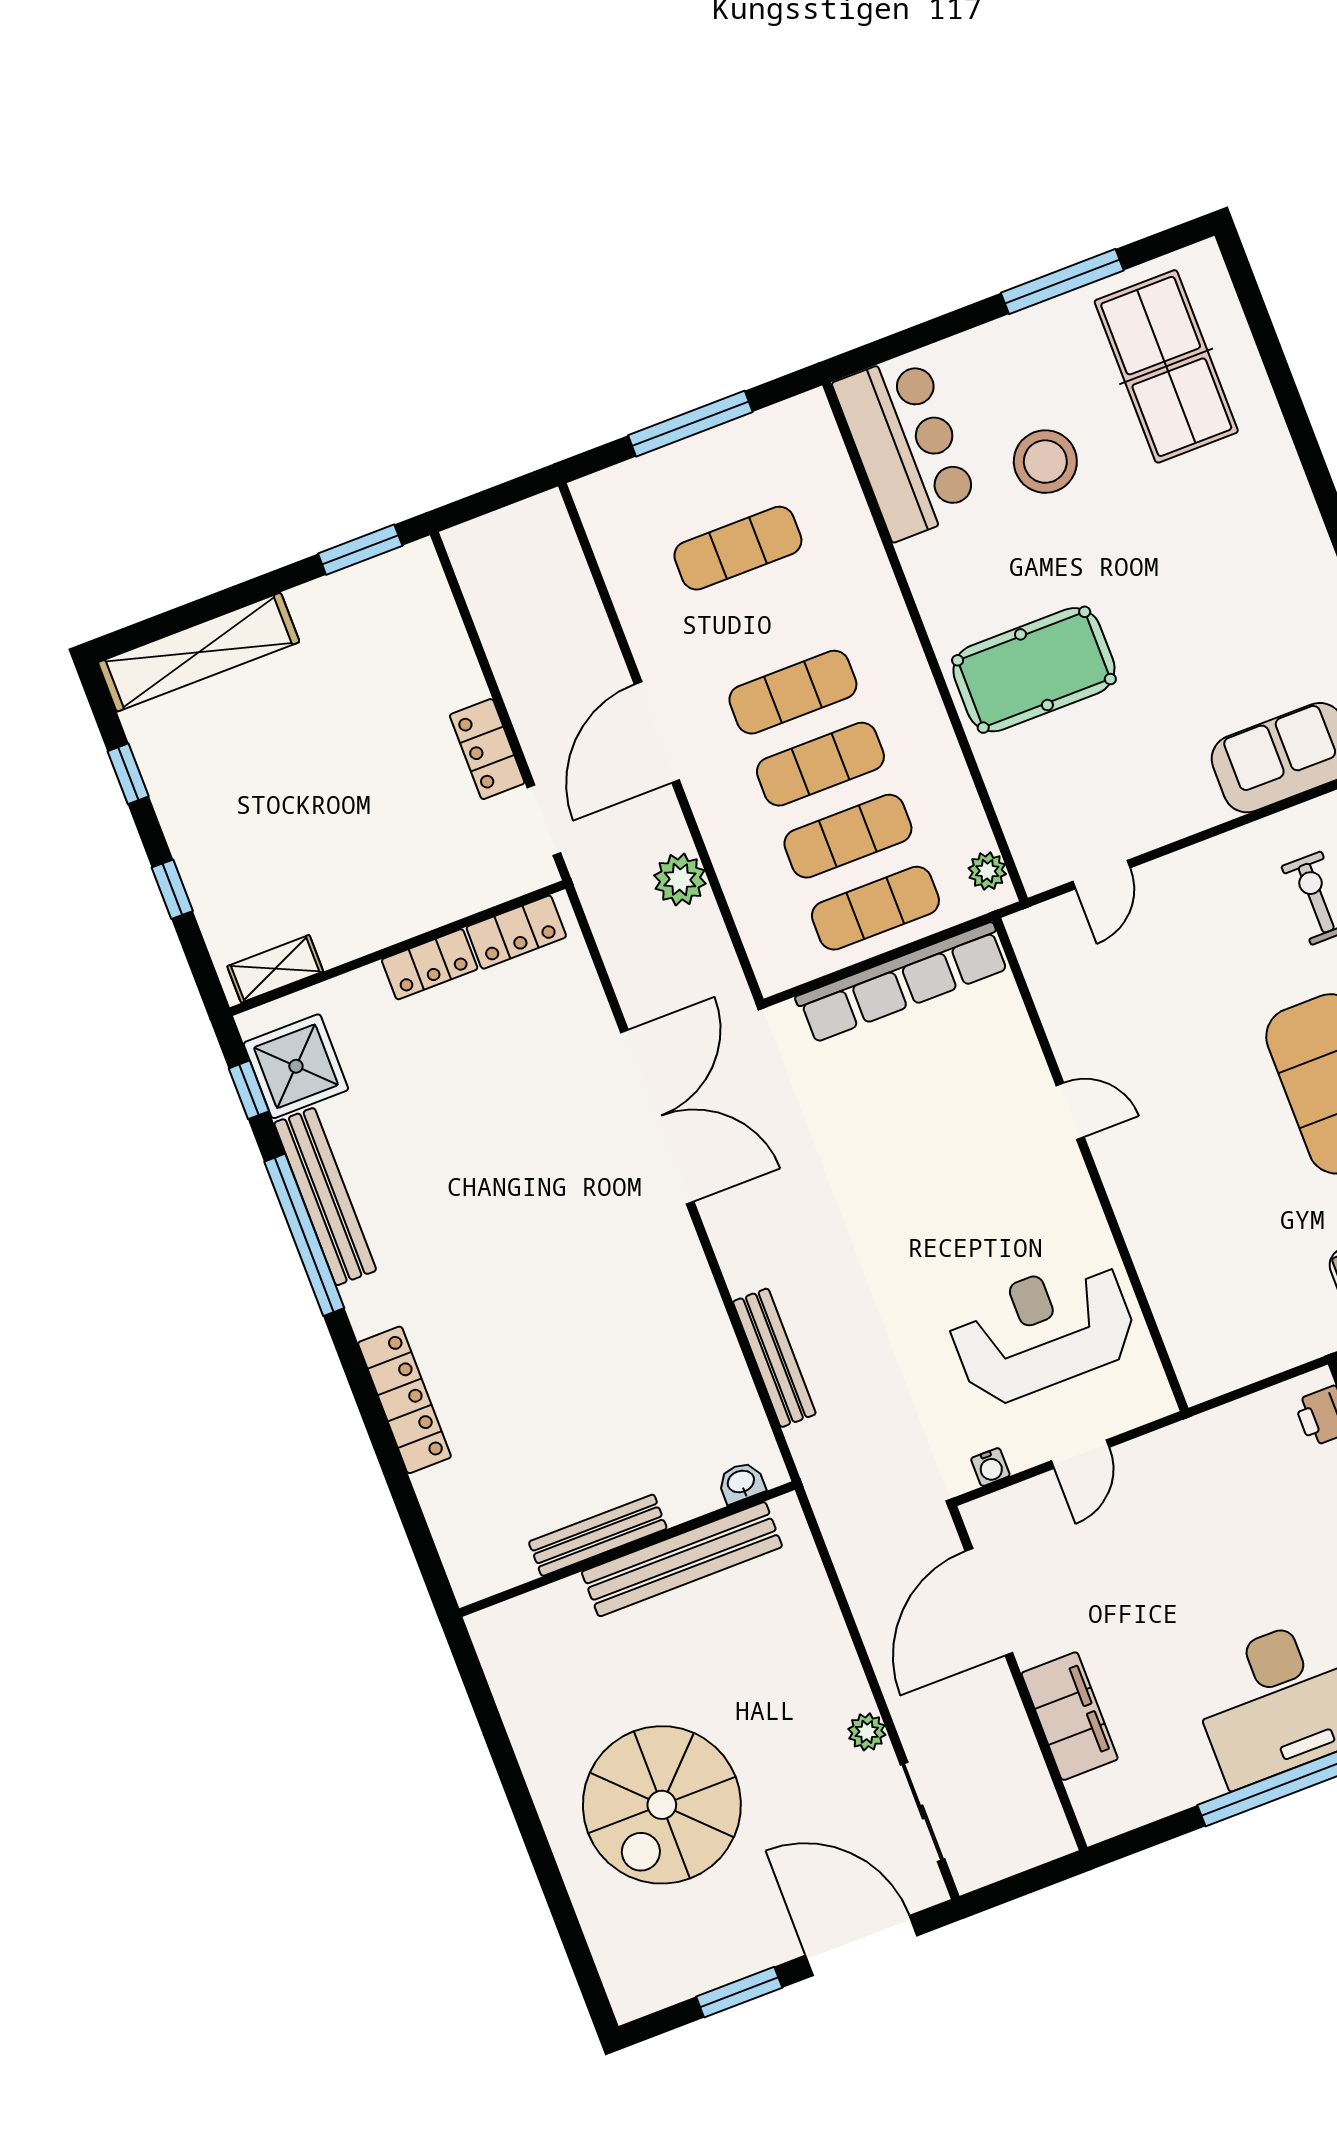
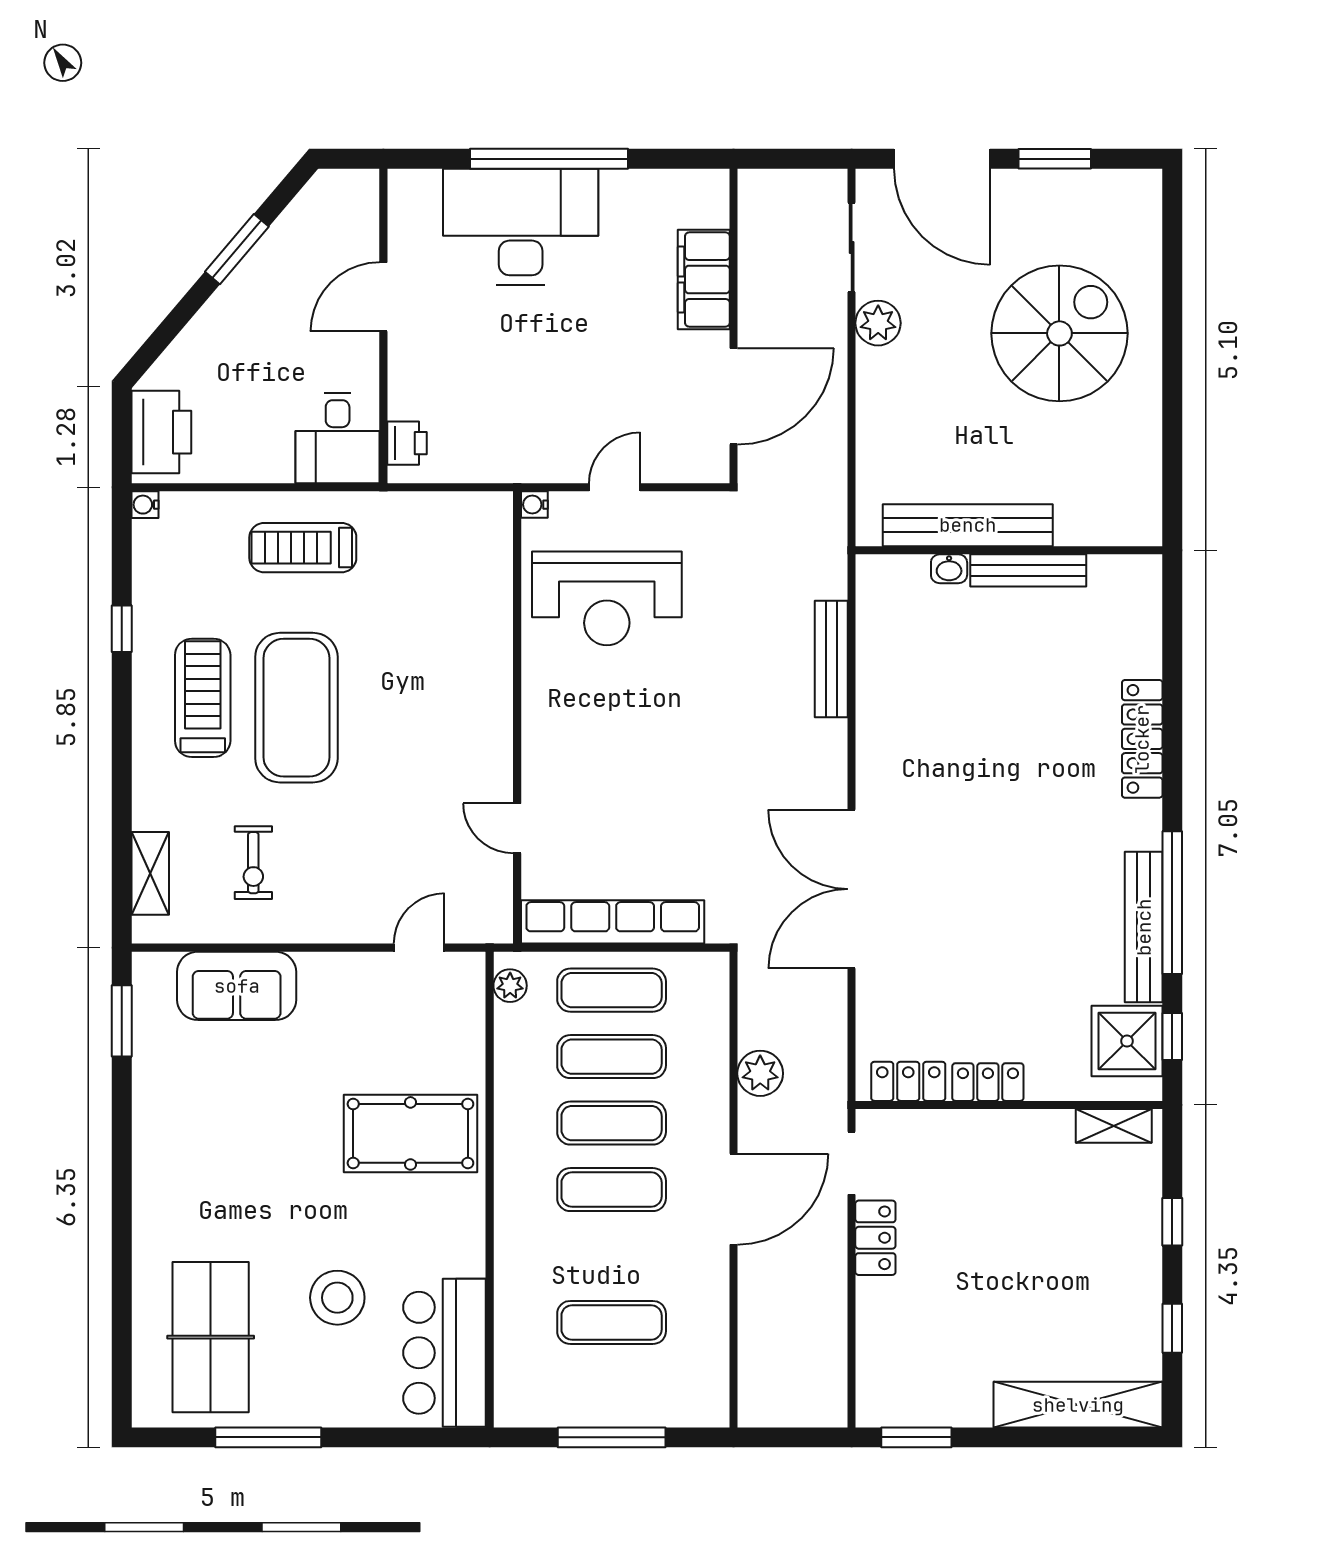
door: (1070, 1111) -> (517, 828), moved
water cooler: (990, 1467) -> (534, 505), moved, turned -90
washbasin: (741, 1482) -> (949, 569), moved
plant: (867, 1732) -> (878, 323), width x1.38, depth x1.38

